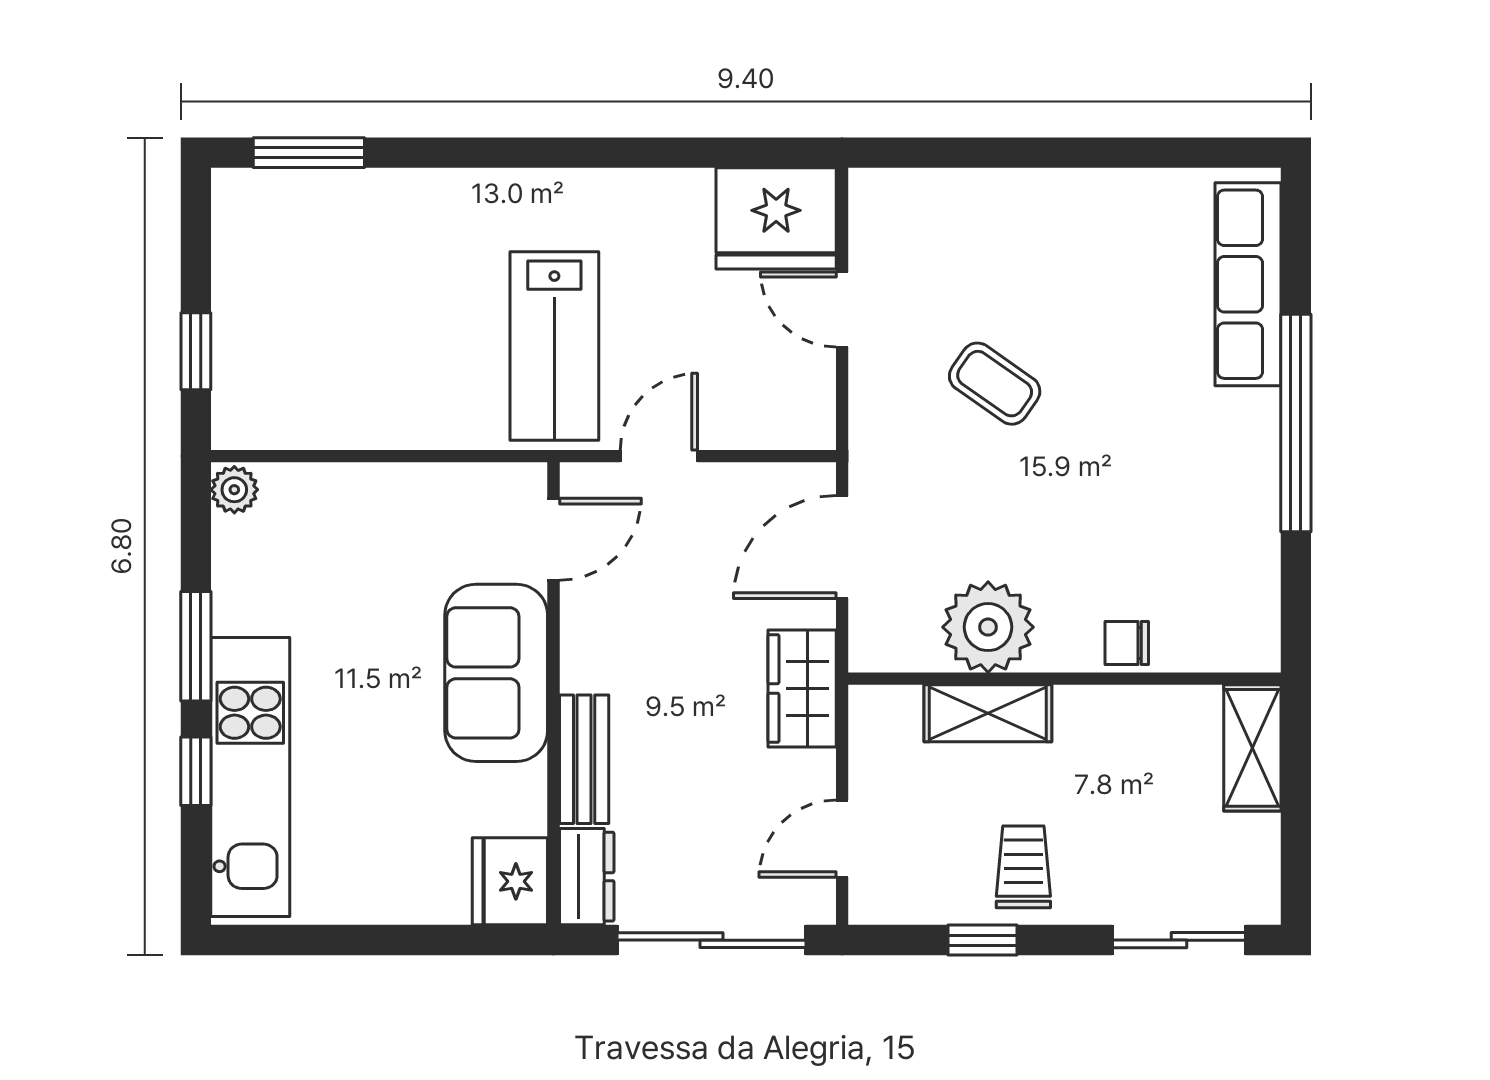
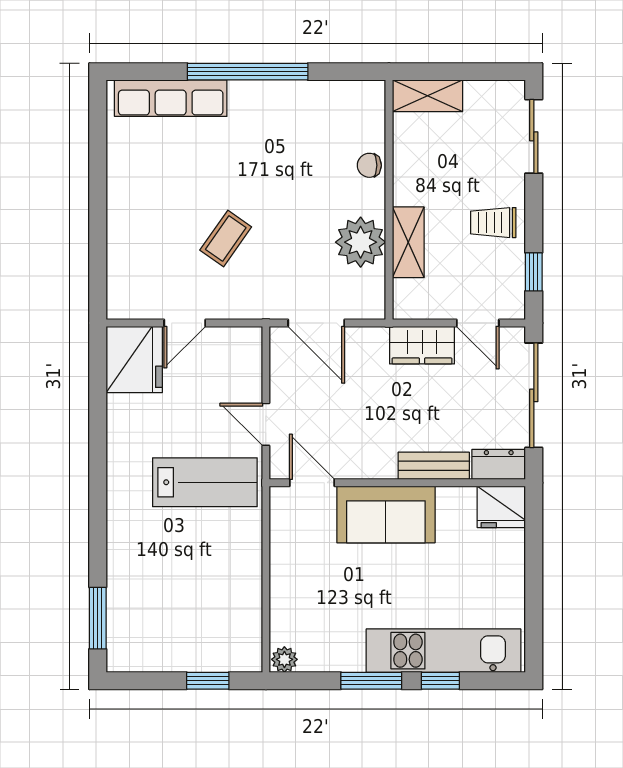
chair: (1127, 643) -> (369, 165), turned 90
wardrobe: (802, 688) -> (422, 345), moved
window: (982, 940) -> (534, 272), moved

